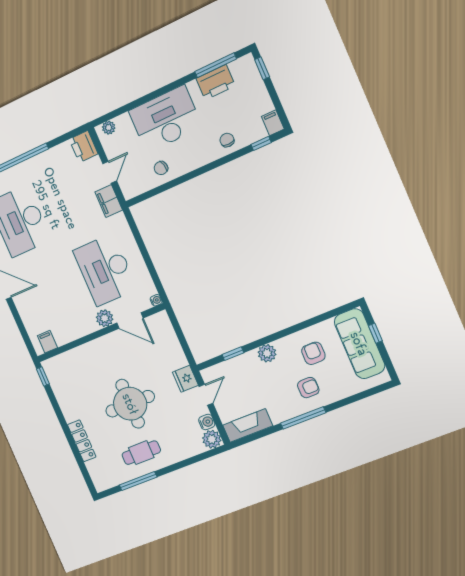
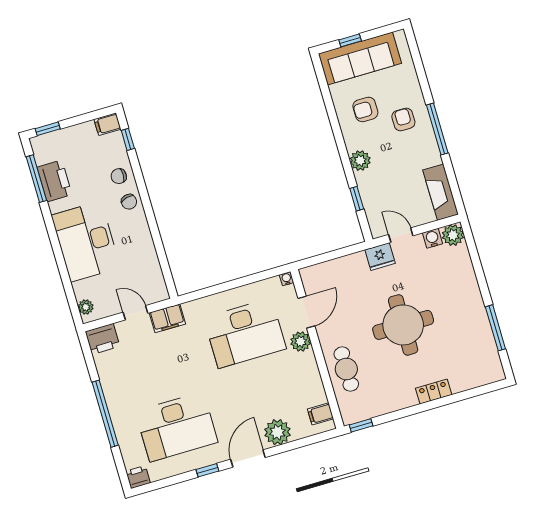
chair: (161, 168) -> (129, 202), moved
plant: (28, 307) -> (277, 432), added
locker: (82, 441) -> (434, 392), width x0.66
cafe table: (141, 453) -> (346, 369), moved

